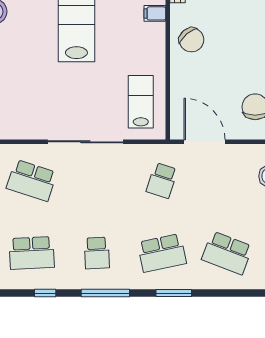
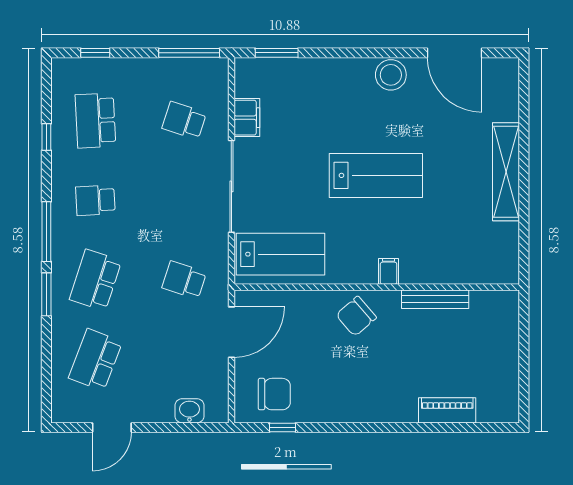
lab bench: (141, 102) -> (281, 254), width x1.36, depth x1.39
filing cabinet: (29, 129) -> (247, 118), added
school desk: (32, 180) -> (184, 121), width x0.54
school desk: (162, 253) -> (95, 280), turned 30
window: (105, 293) -> (46, 232), moved

